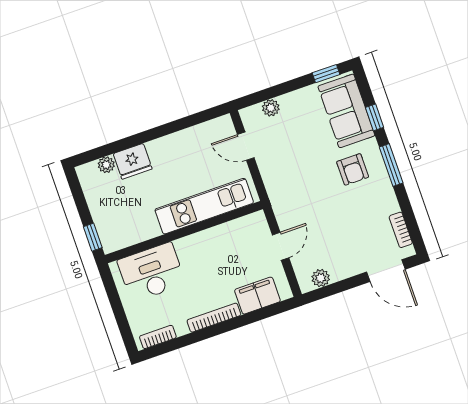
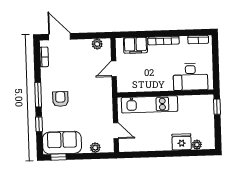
sofa: (346, 111) -> (62, 143), moved, turned -90

